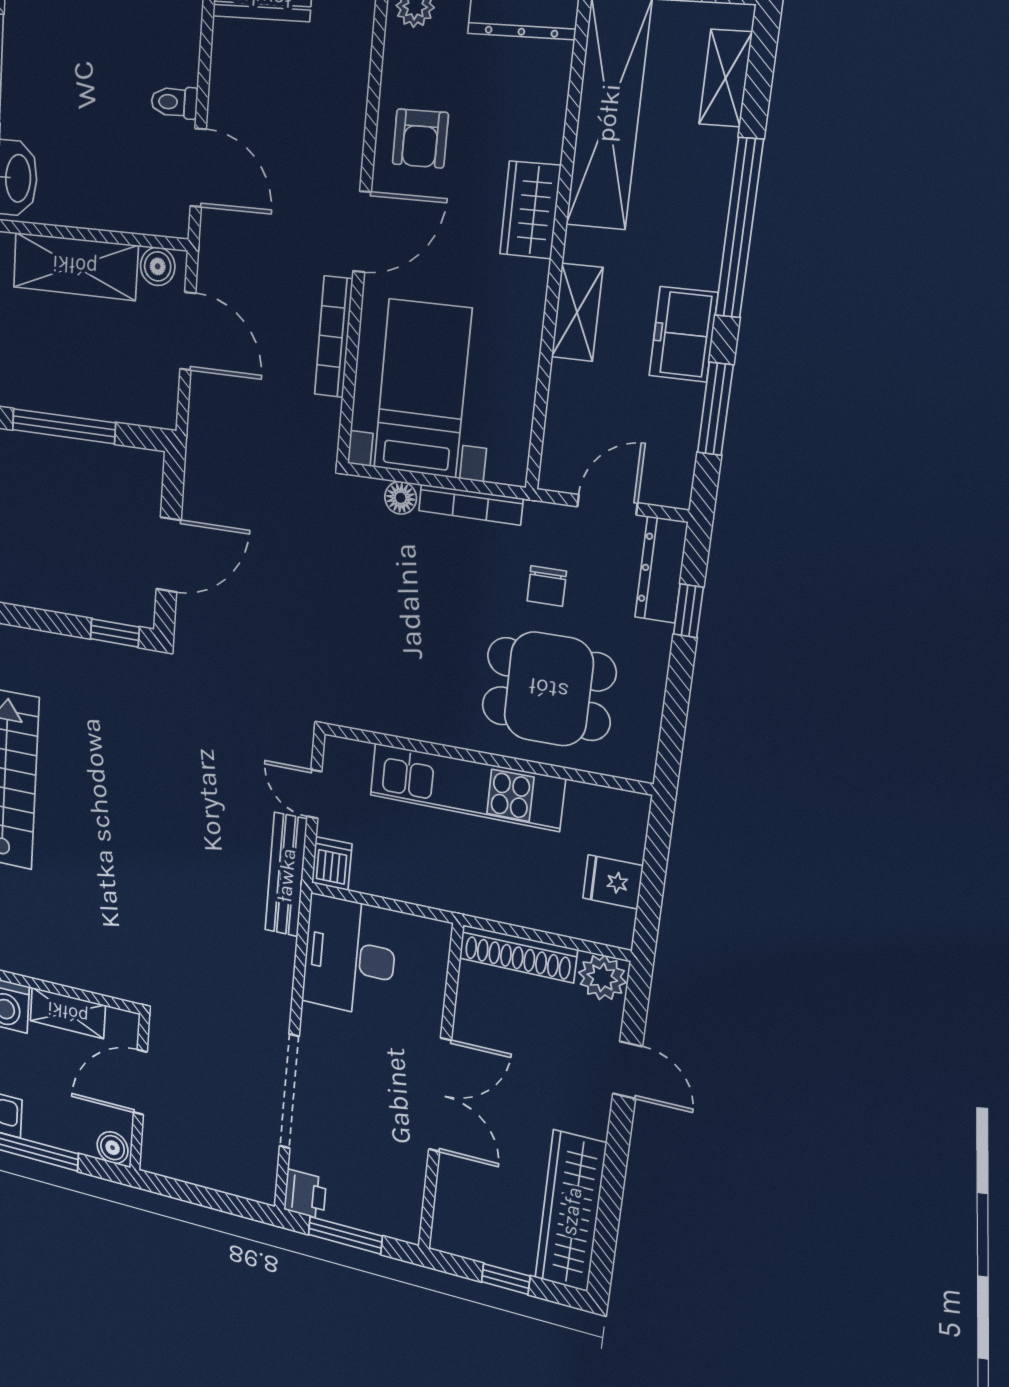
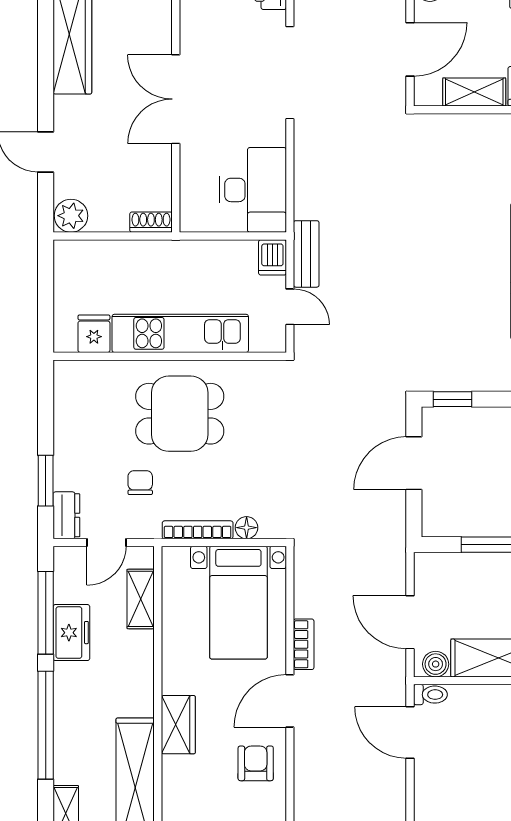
toilet: (174, 102) -> (430, 695), moved
shelving: (577, 312) -> (141, 599), moved
freezer: (683, 334) -> (71, 633), moved
bookcase: (334, 337) -> (304, 644), width x0.64
window: (715, 409) -> (46, 613), width x1.44
dresser: (661, 570) -> (66, 515), width x0.70
window: (688, 611) -> (46, 481), width x1.50
dining table: (549, 689) -> (180, 414), moved
bench: (286, 875) -> (306, 254), width x0.73
fridge: (613, 882) -> (94, 334), moved, turned -90
shoe rack: (518, 954) -> (151, 222), width x0.51, depth x0.81

